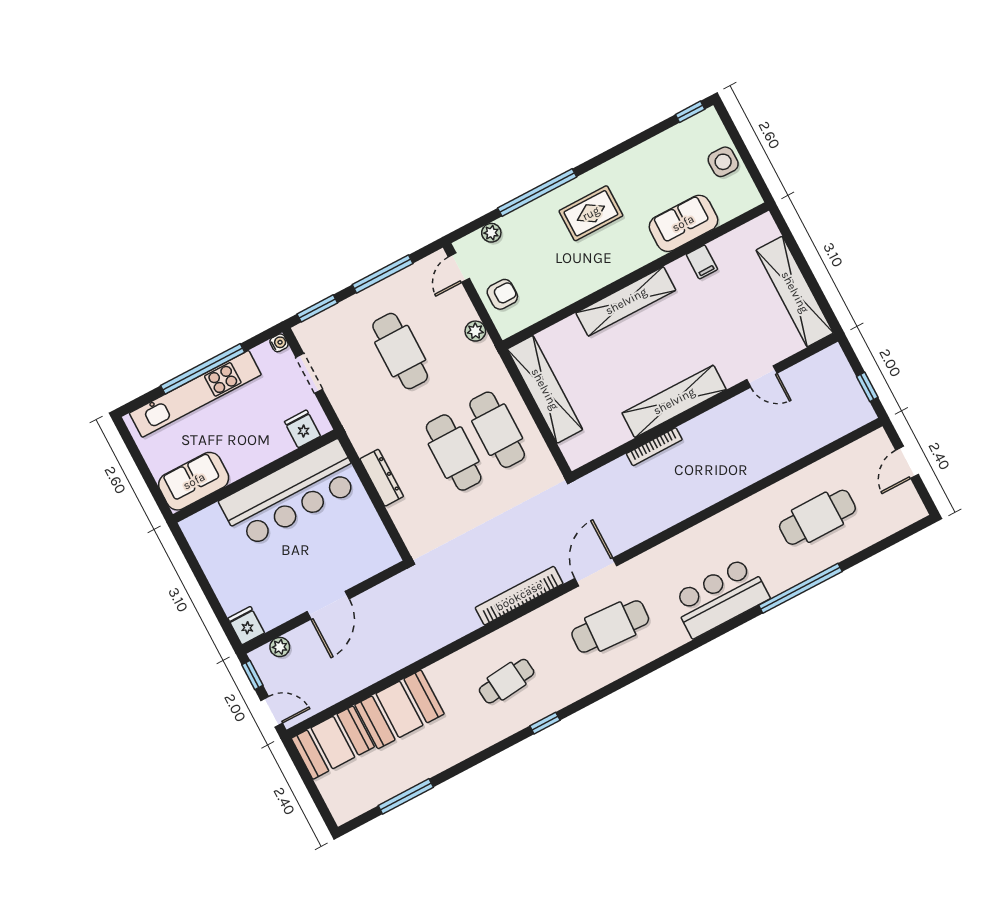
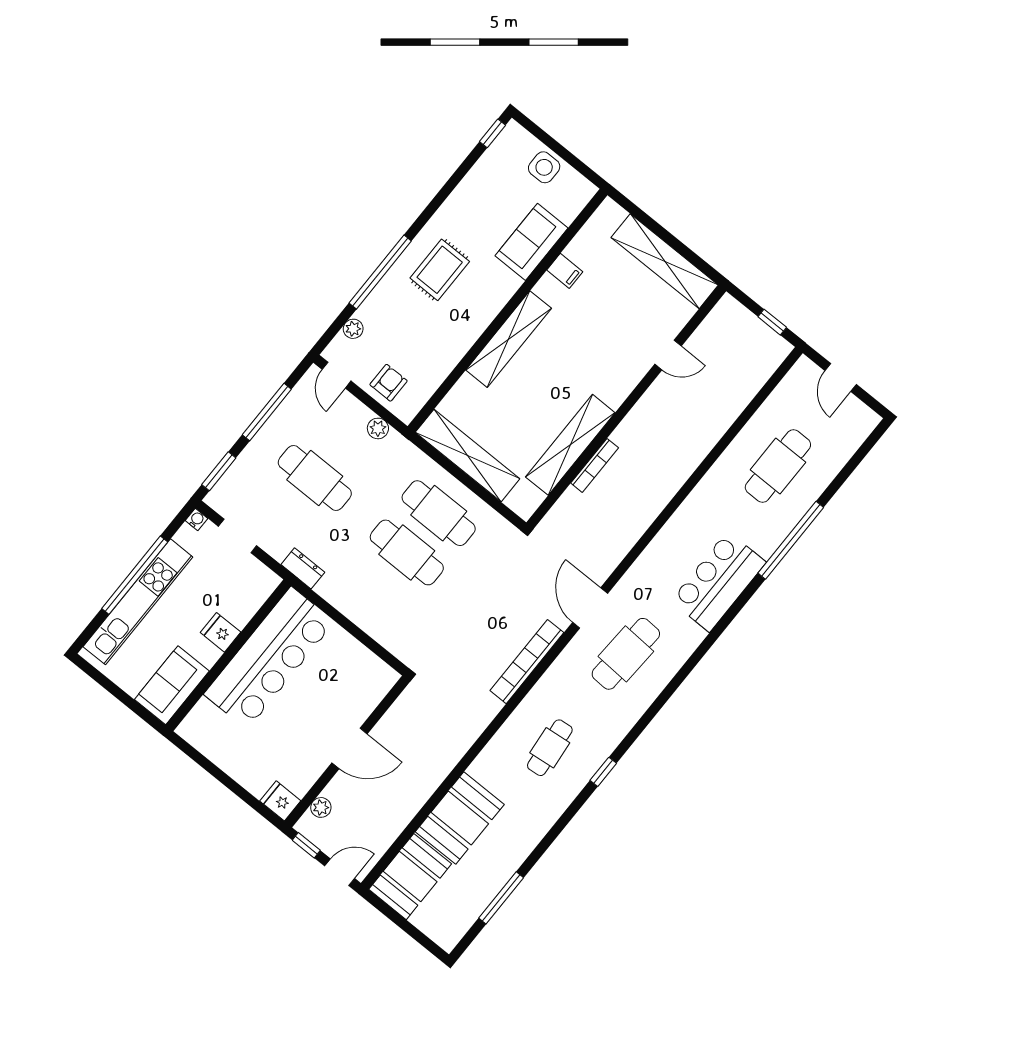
shelving: (674, 401) -> (570, 445), moved
fridge: (302, 429) -> (221, 632), moved
dresser: (382, 478) -> (303, 568), moved, width x0.70
door: (328, 605) -> (350, 748), hinge flipped

